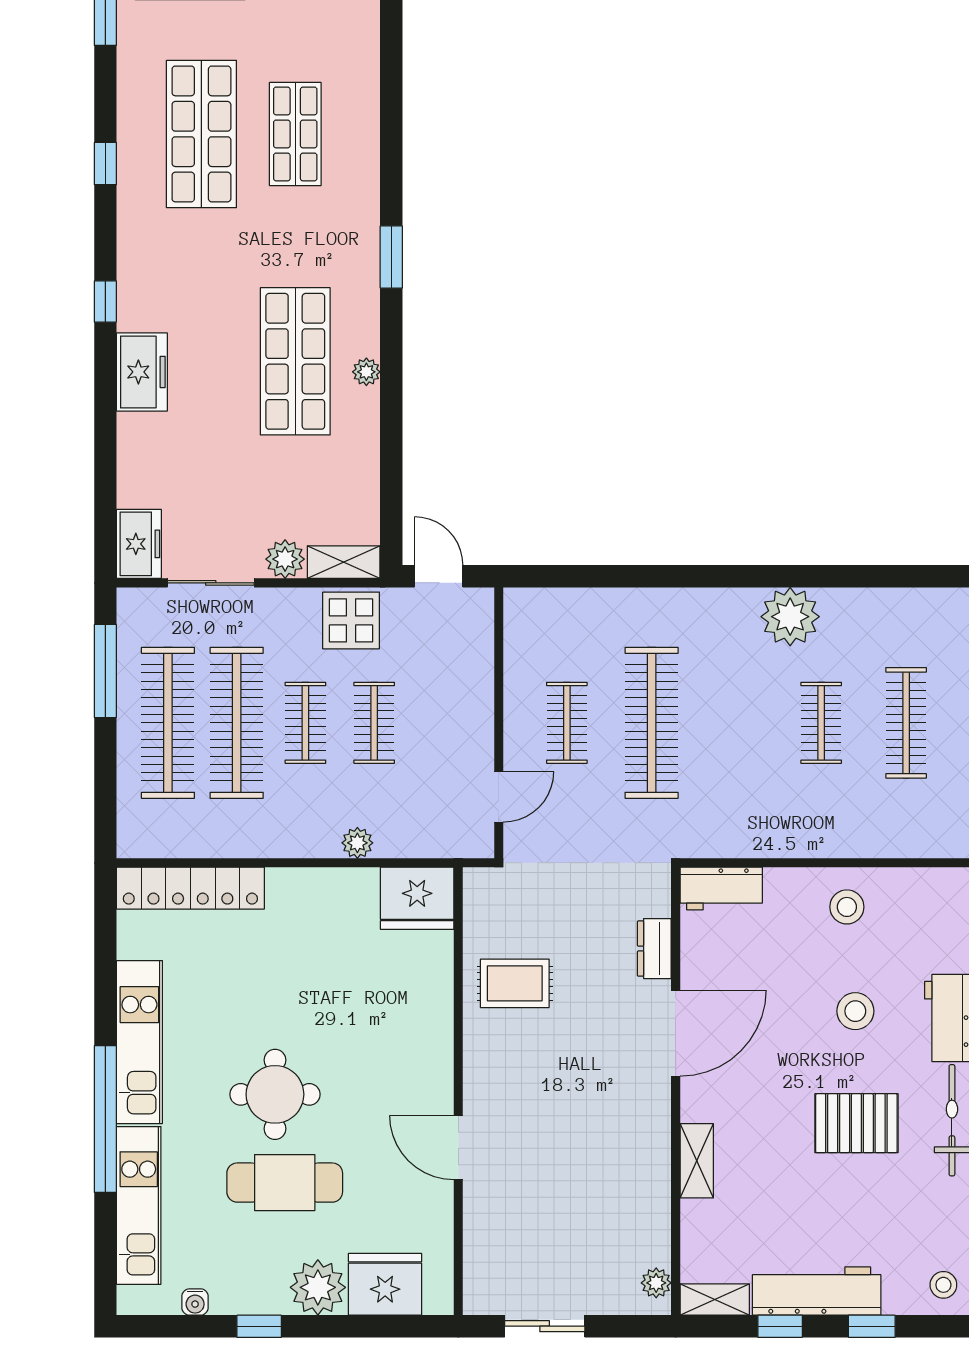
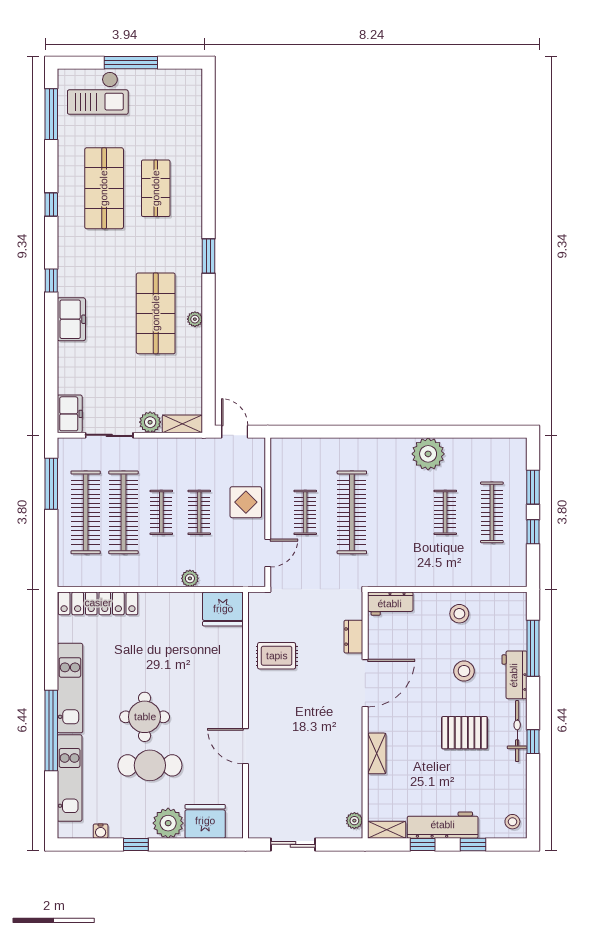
display table: (351, 620) -> (246, 502), moved

